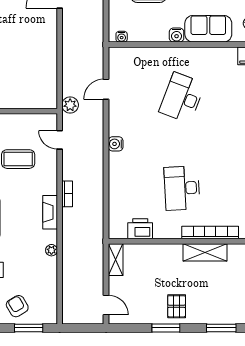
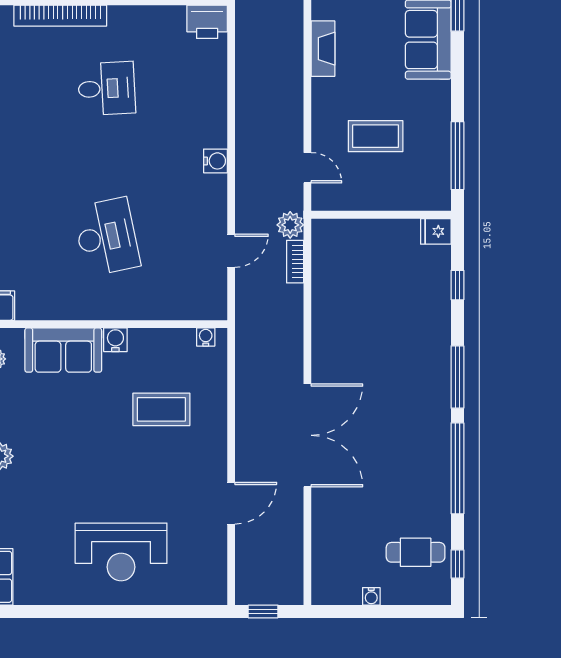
desk: (182, 98) -> (107, 237), turned -33
desk: (182, 188) -> (107, 88), width x0.73
bookcase: (67, 194) -> (295, 262), moved
printer: (140, 229) -> (207, 22), moved

